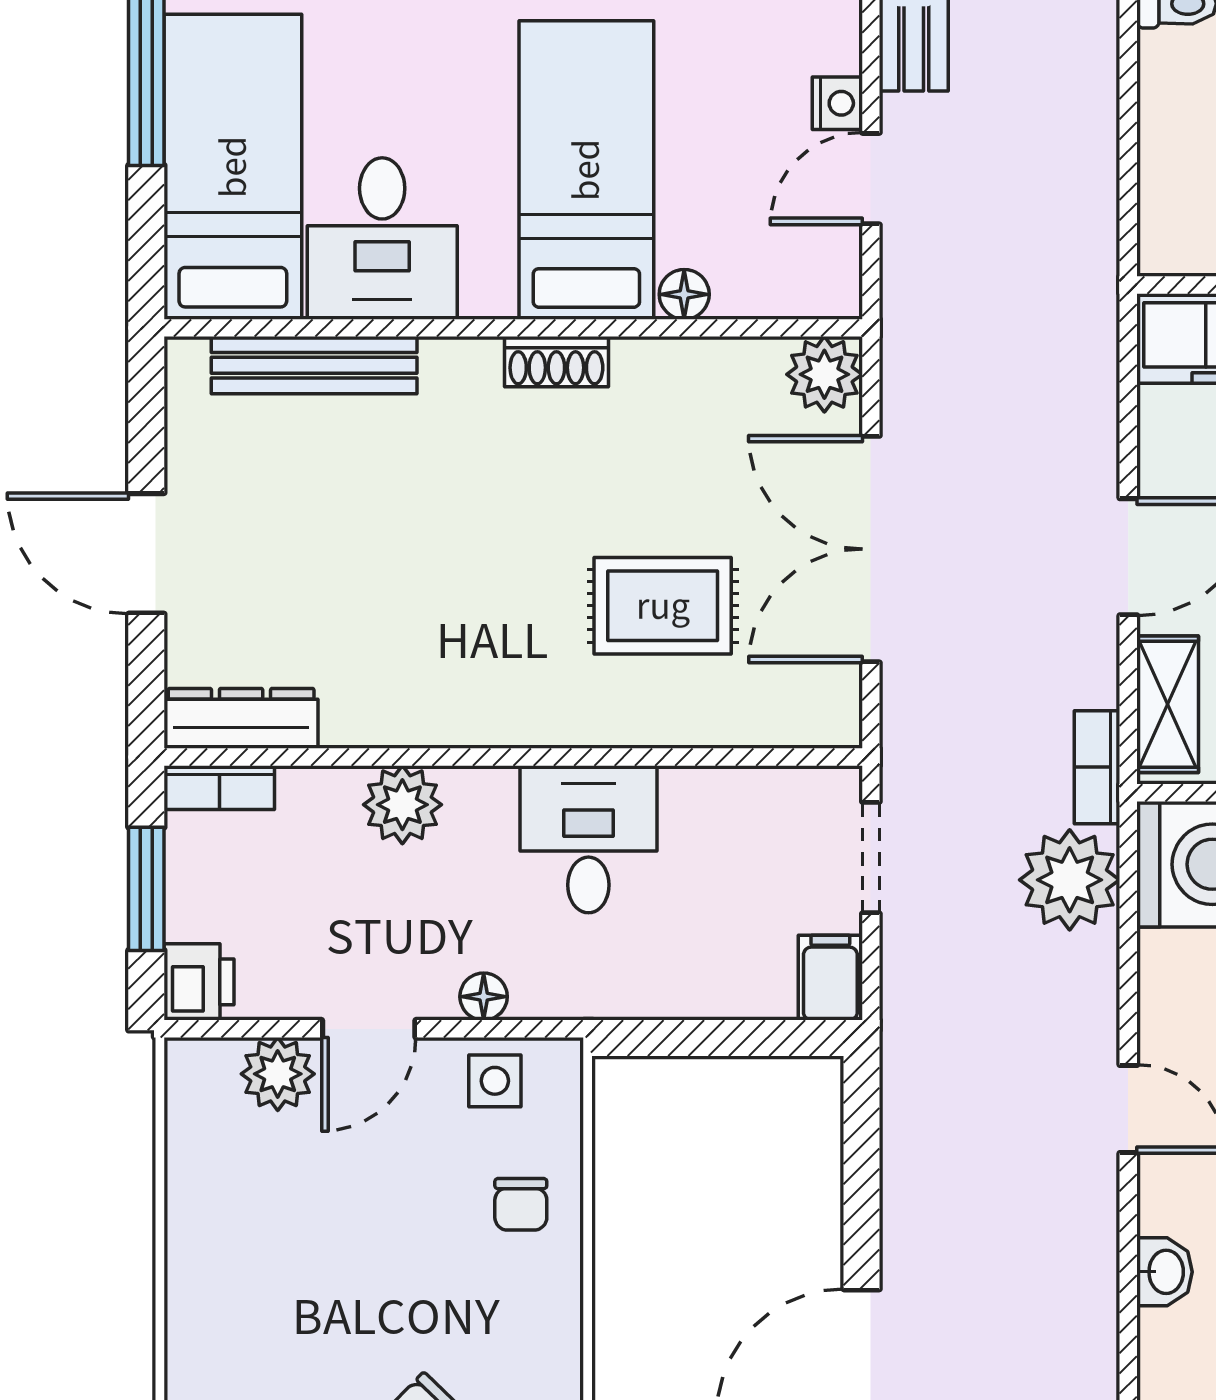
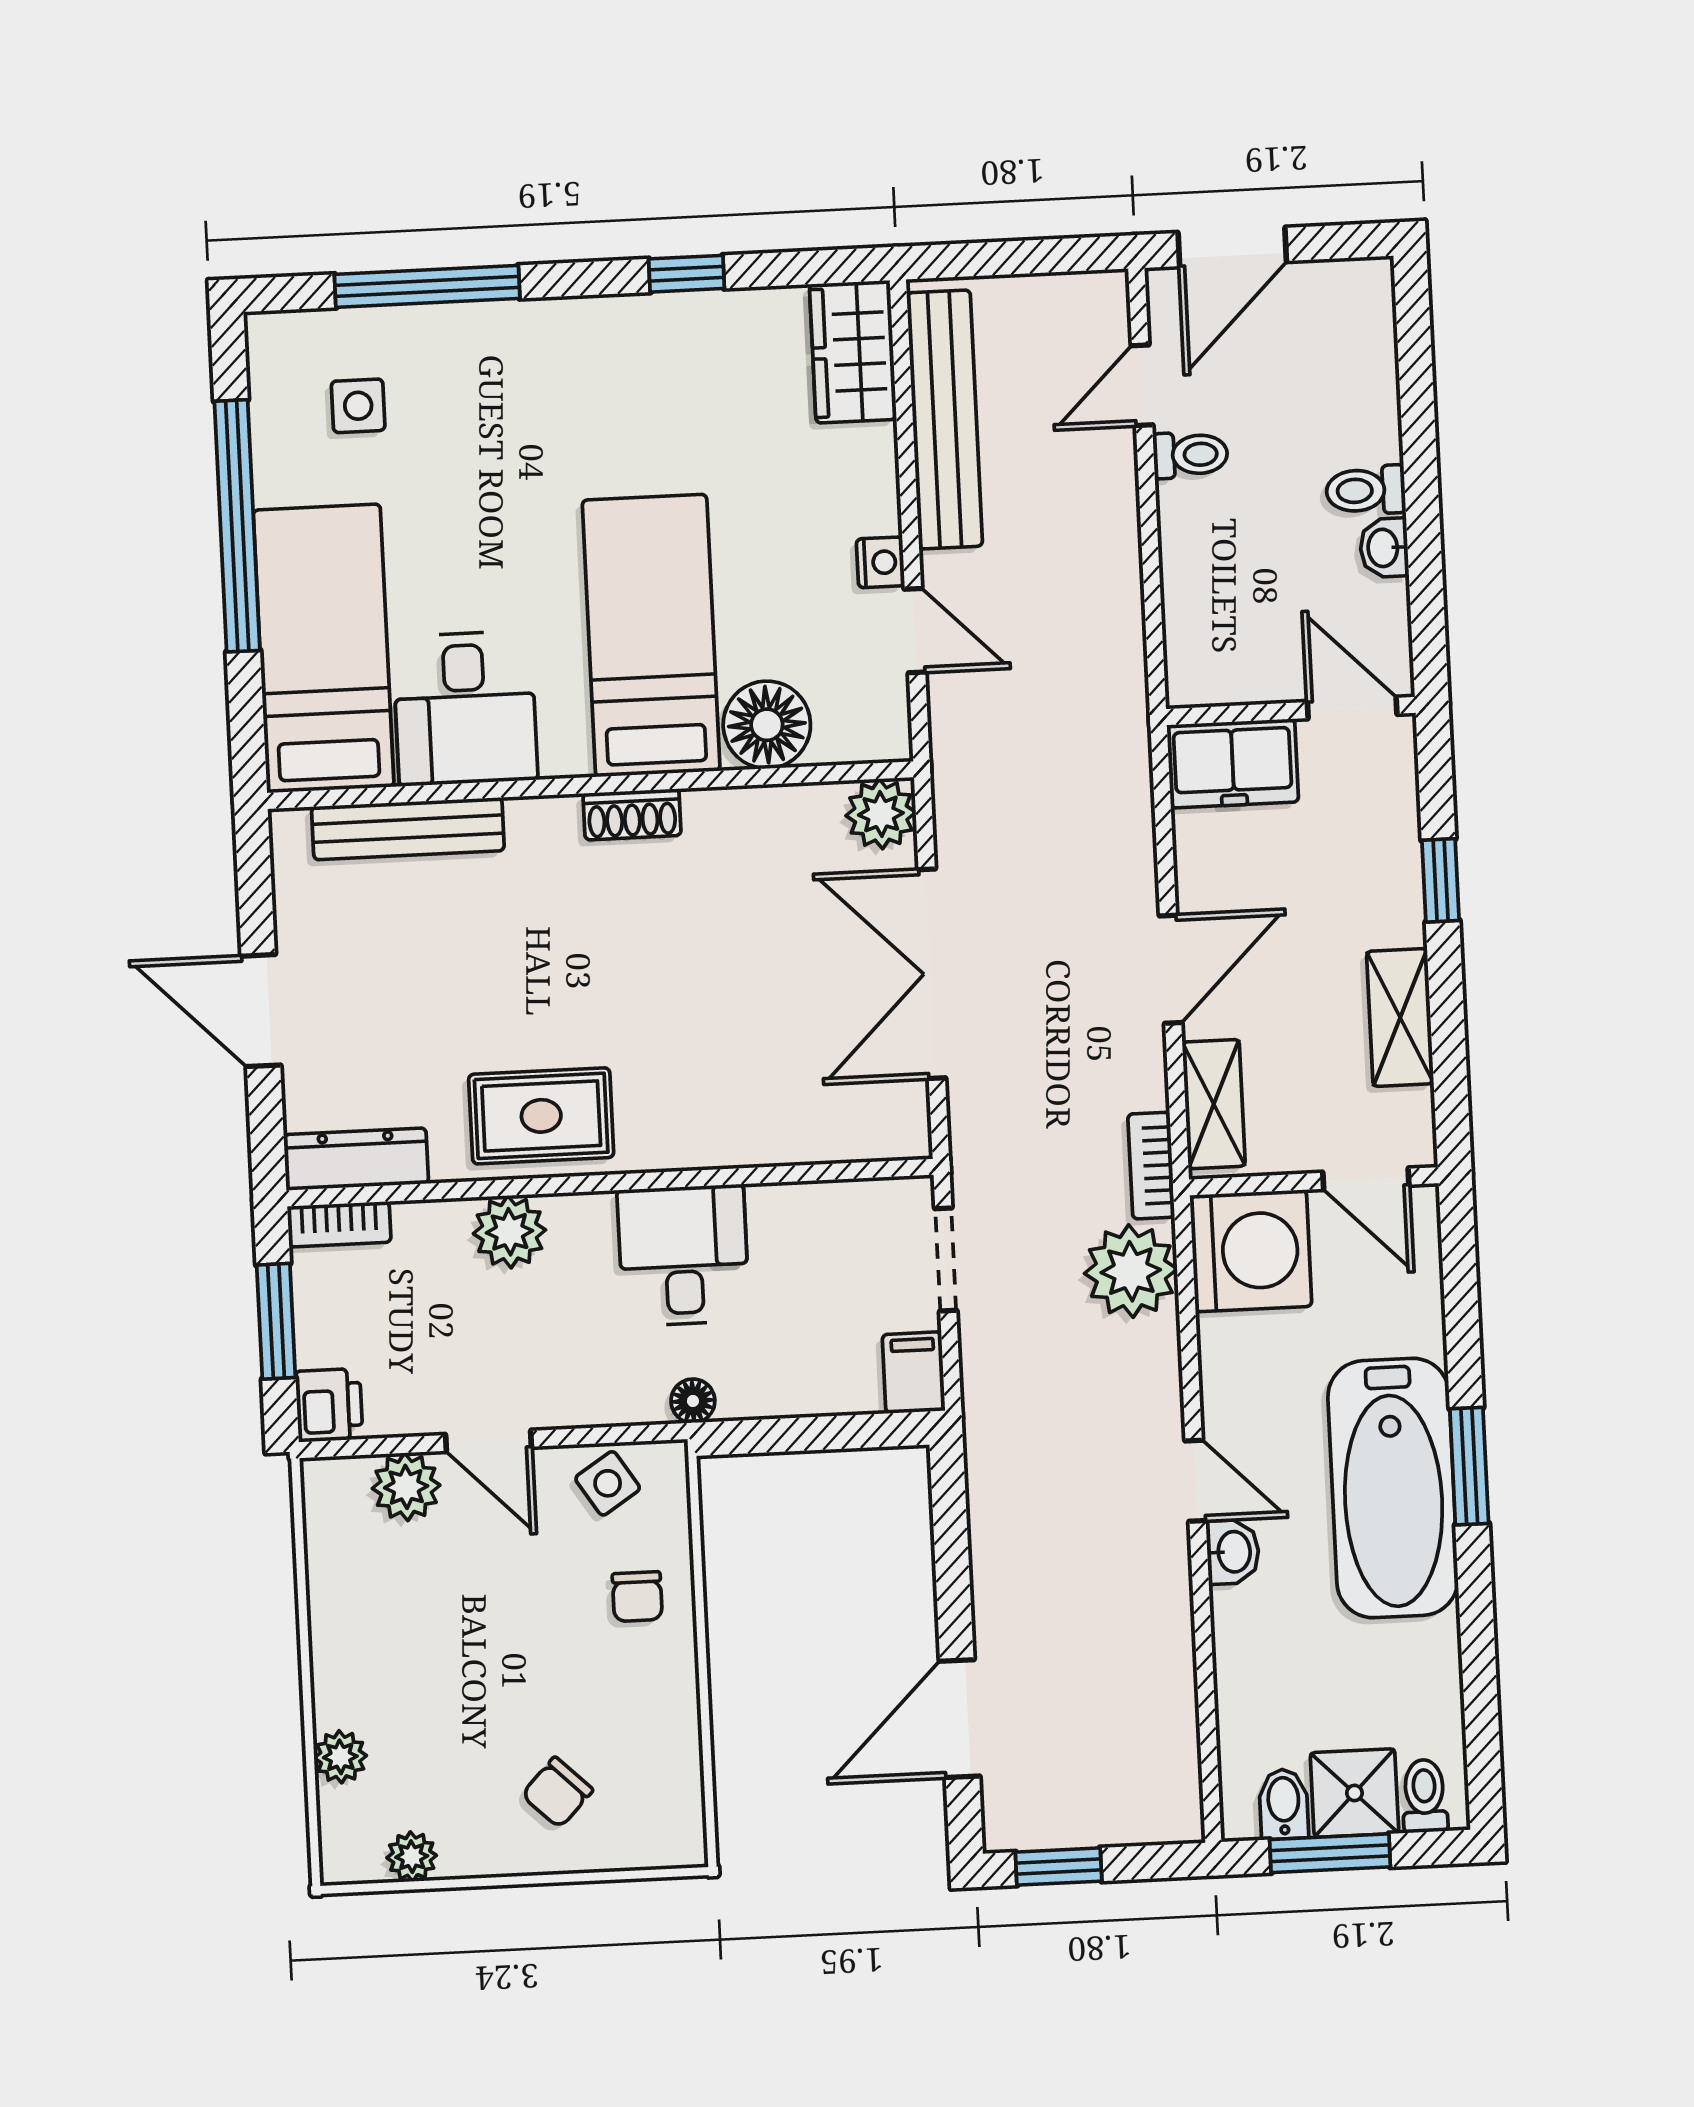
door: (871, 179) -> (915, 631), swing flipped
floor lamp: (684, 294) -> (767, 725), width x1.89, depth x1.89
rug: (663, 606) -> (541, 1116), moved
floor lamp: (484, 997) -> (693, 1401), moved
door: (369, 1029) -> (488, 1441), hinge flipped
side table: (495, 1081) -> (608, 1483), turned -33
washbasin: (1164, 1272) -> (1233, 1552), moved
plant: (193, 1361) -> (340, 1757), added

